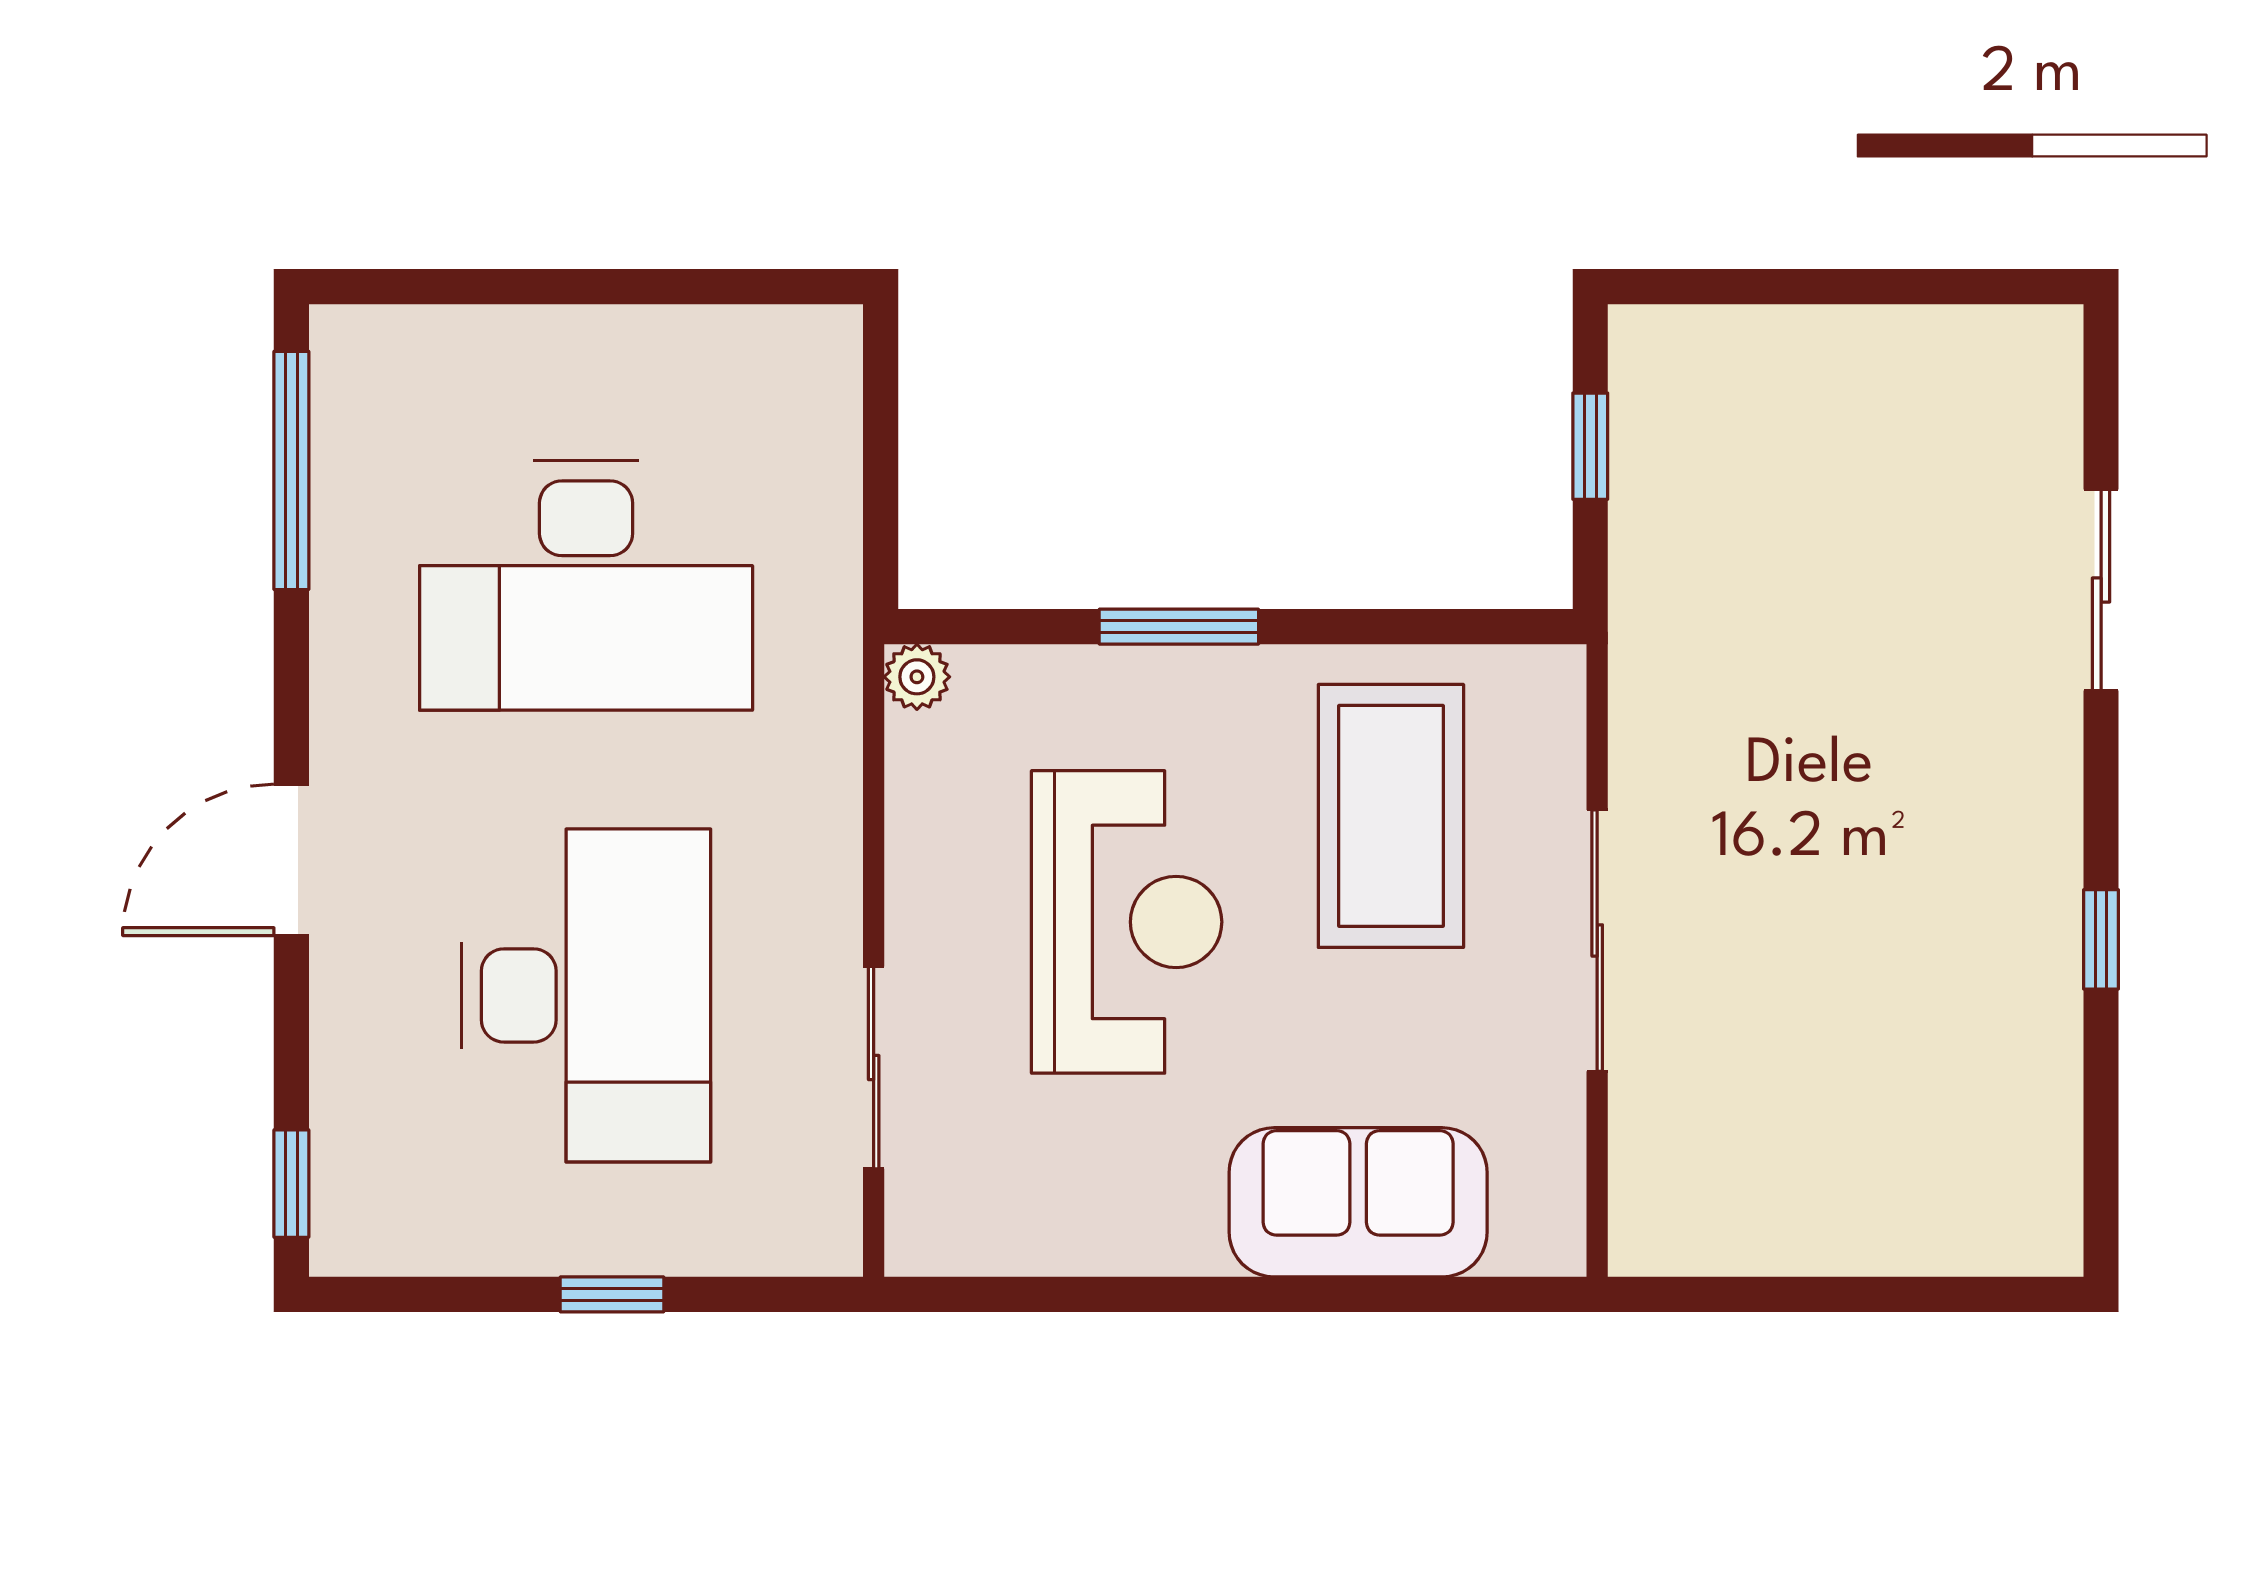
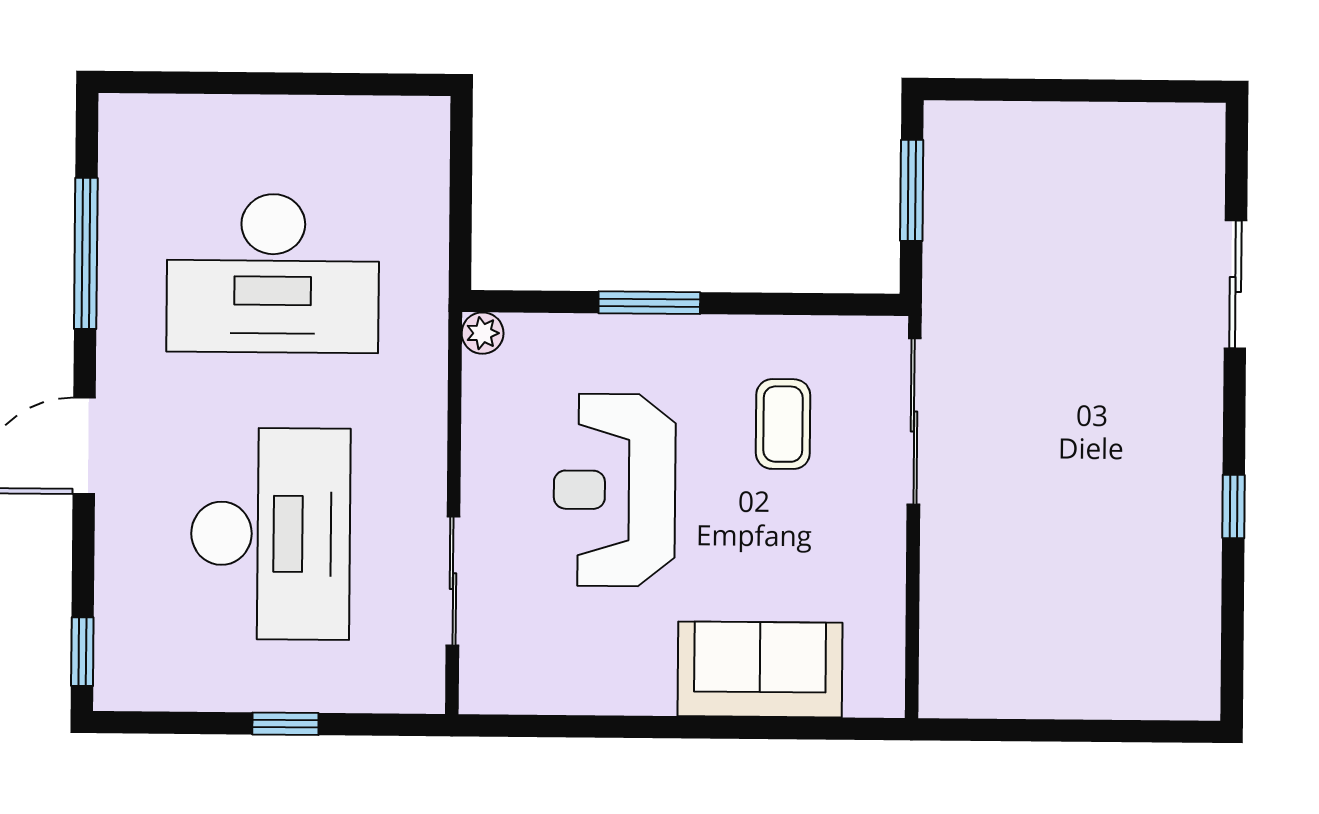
window: (1590, 446) -> (912, 190), width x1.50
window: (291, 470) -> (86, 253), moved
coffee table: (1391, 816) -> (783, 424), width x0.54, depth x0.58
reception desk: (1127, 922) -> (614, 490), turned 180
sliding door: (1597, 941) -> (914, 422), moved

